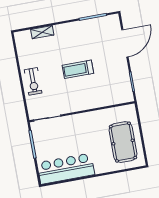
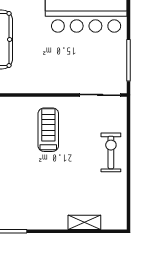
treadmill: (78, 69) -> (48, 130), moved, turned -90

